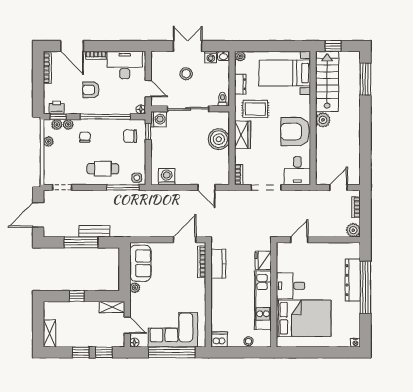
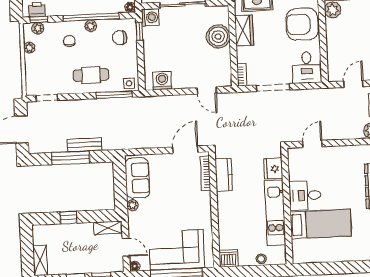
plant: (68, 124) -> (91, 26), moved
bed: (304, 318) -> (321, 224), width x0.67

